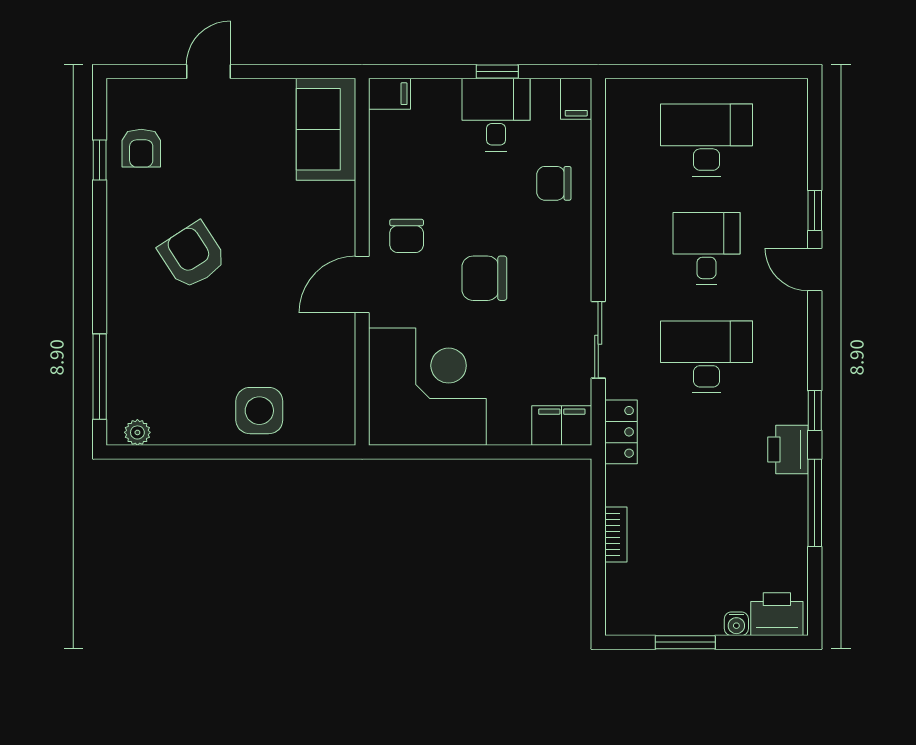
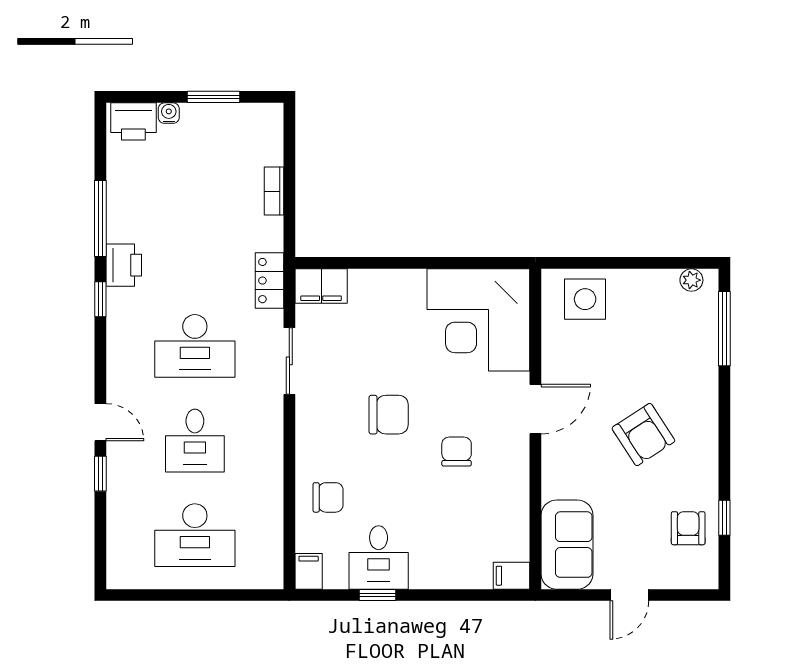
filing cabinet: (389, 94) -> (512, 576), moved
sofa: (326, 129) -> (567, 545), moved
wall: (362, 262) -> (535, 429), moved
door: (362, 284) -> (535, 409), moved
corner desk: (427, 387) -> (478, 320), moved

